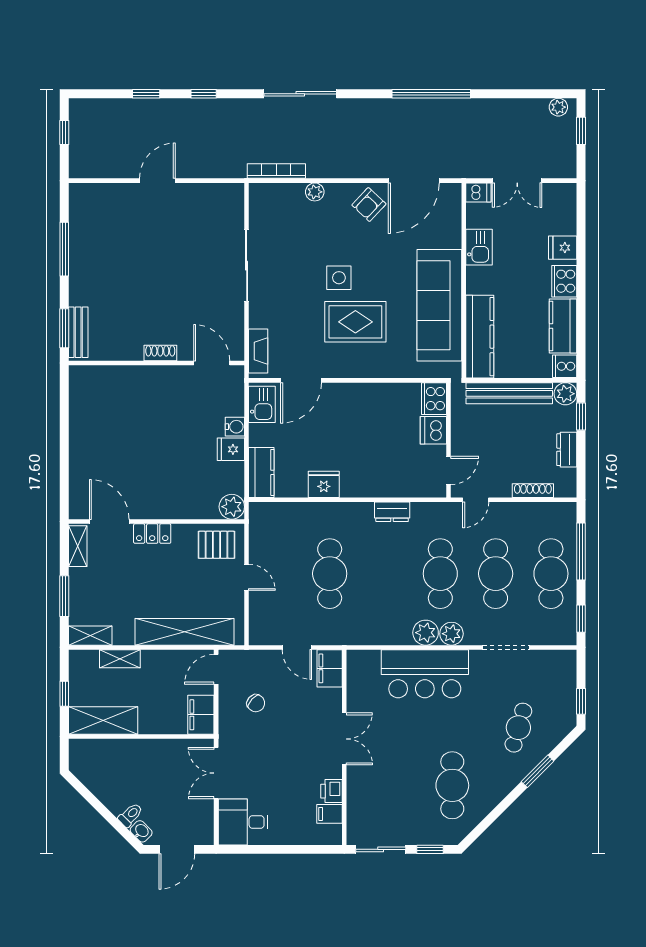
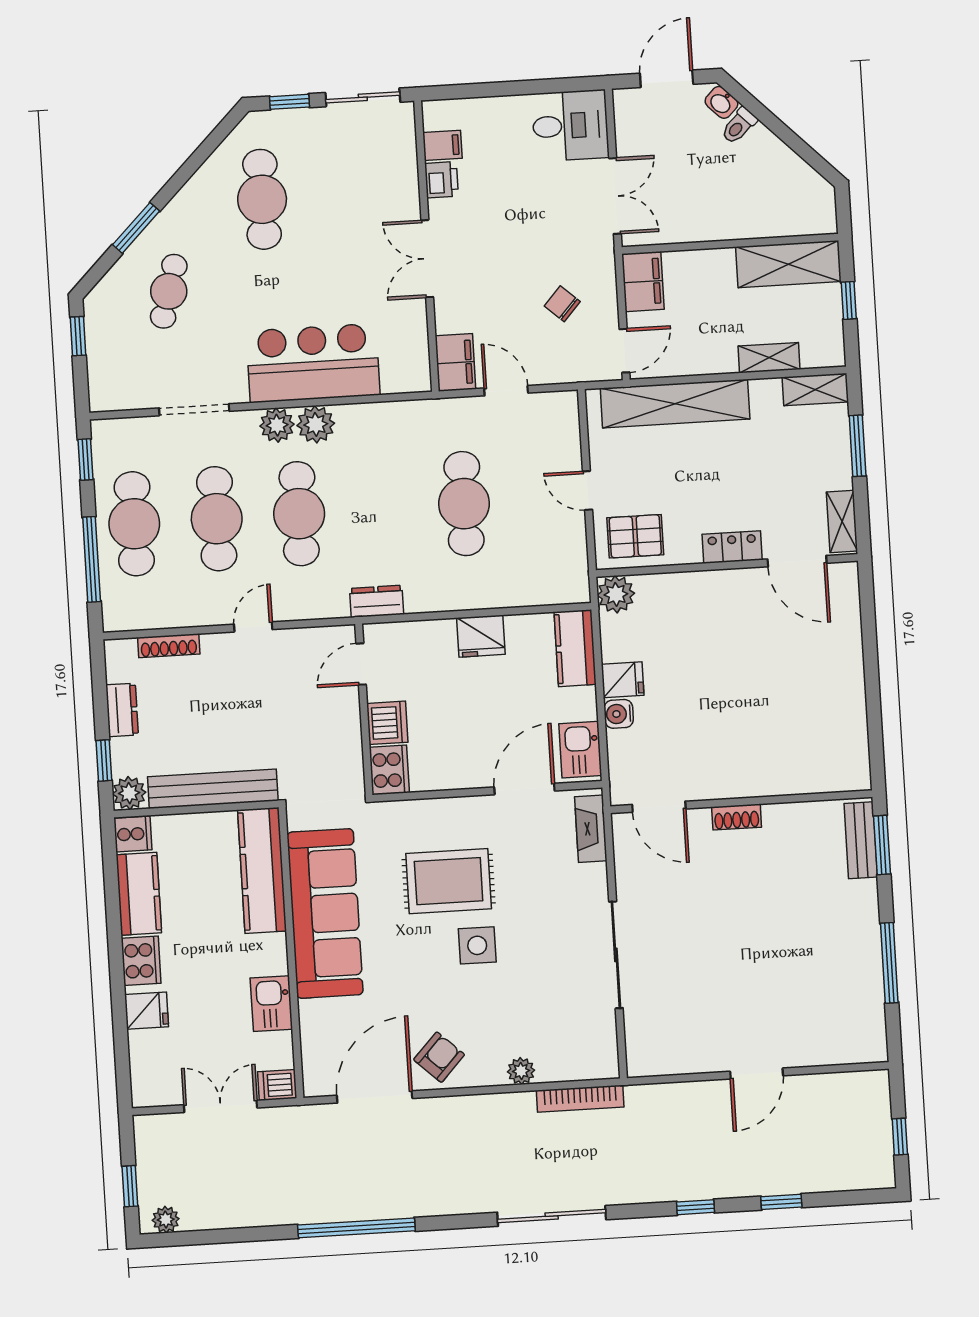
cooker: (434, 399) -> (389, 770), moved
dishwasher: (433, 430) -> (387, 723), moved
wall: (448, 440) -> (364, 709), moved
door: (448, 471) -> (361, 664), moved

